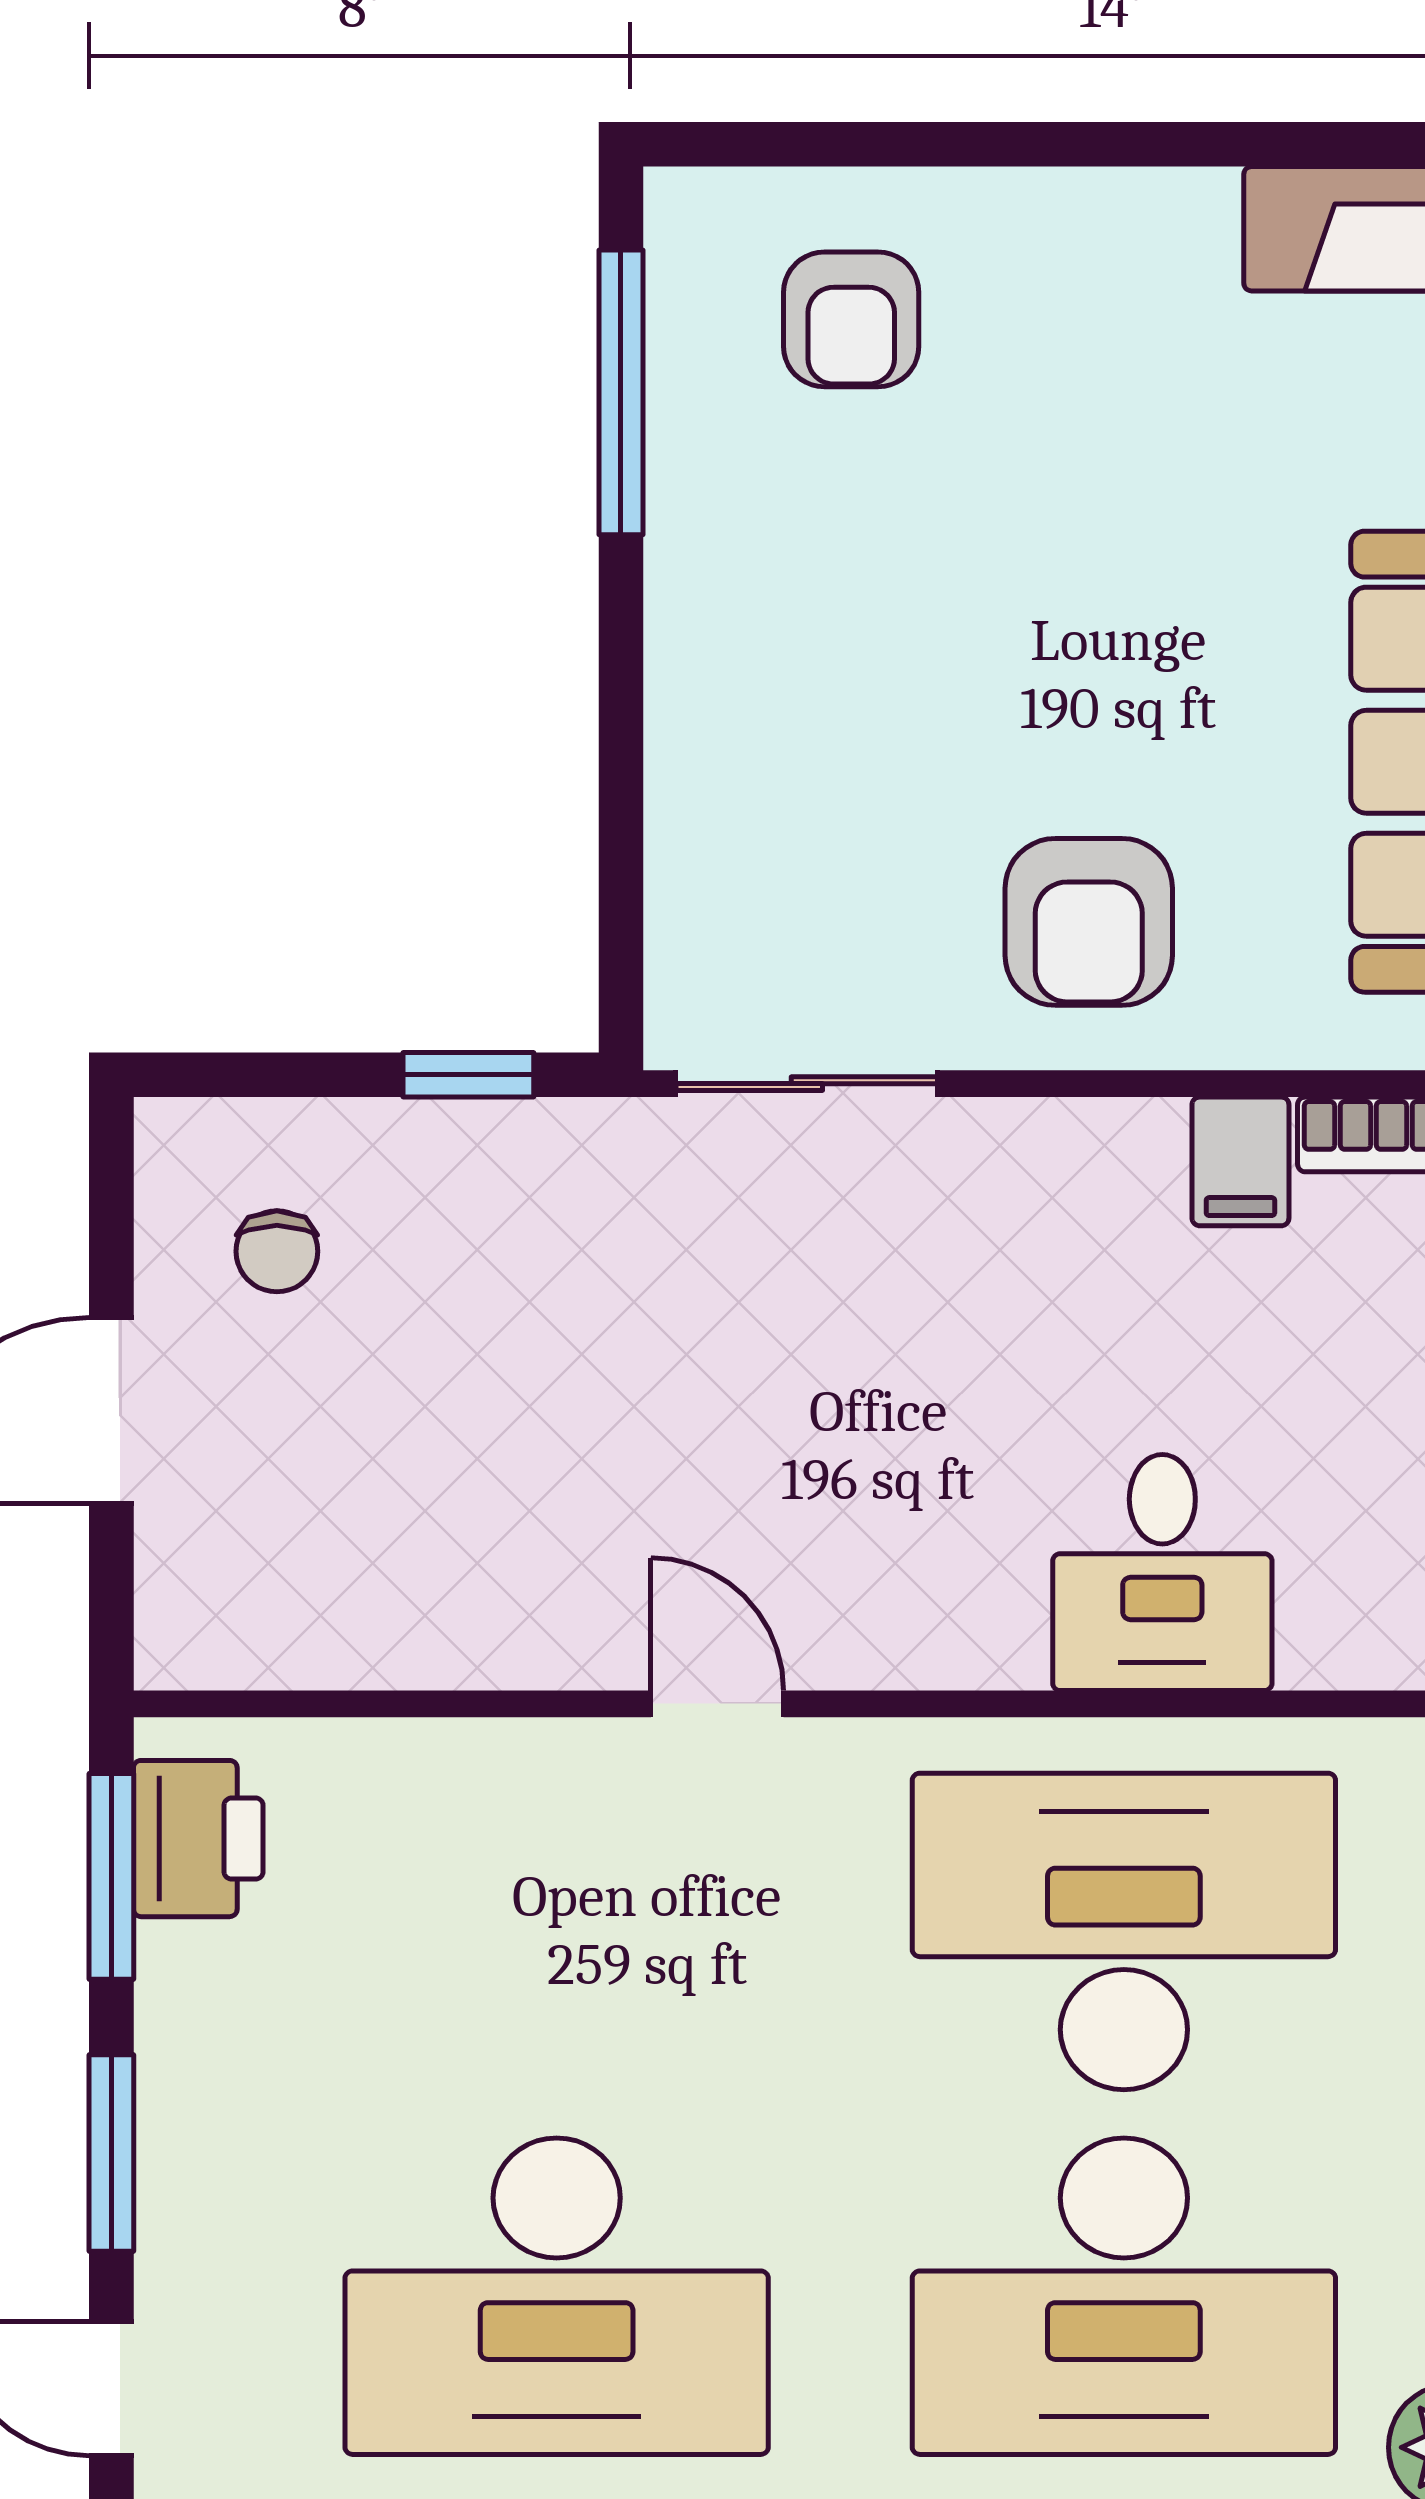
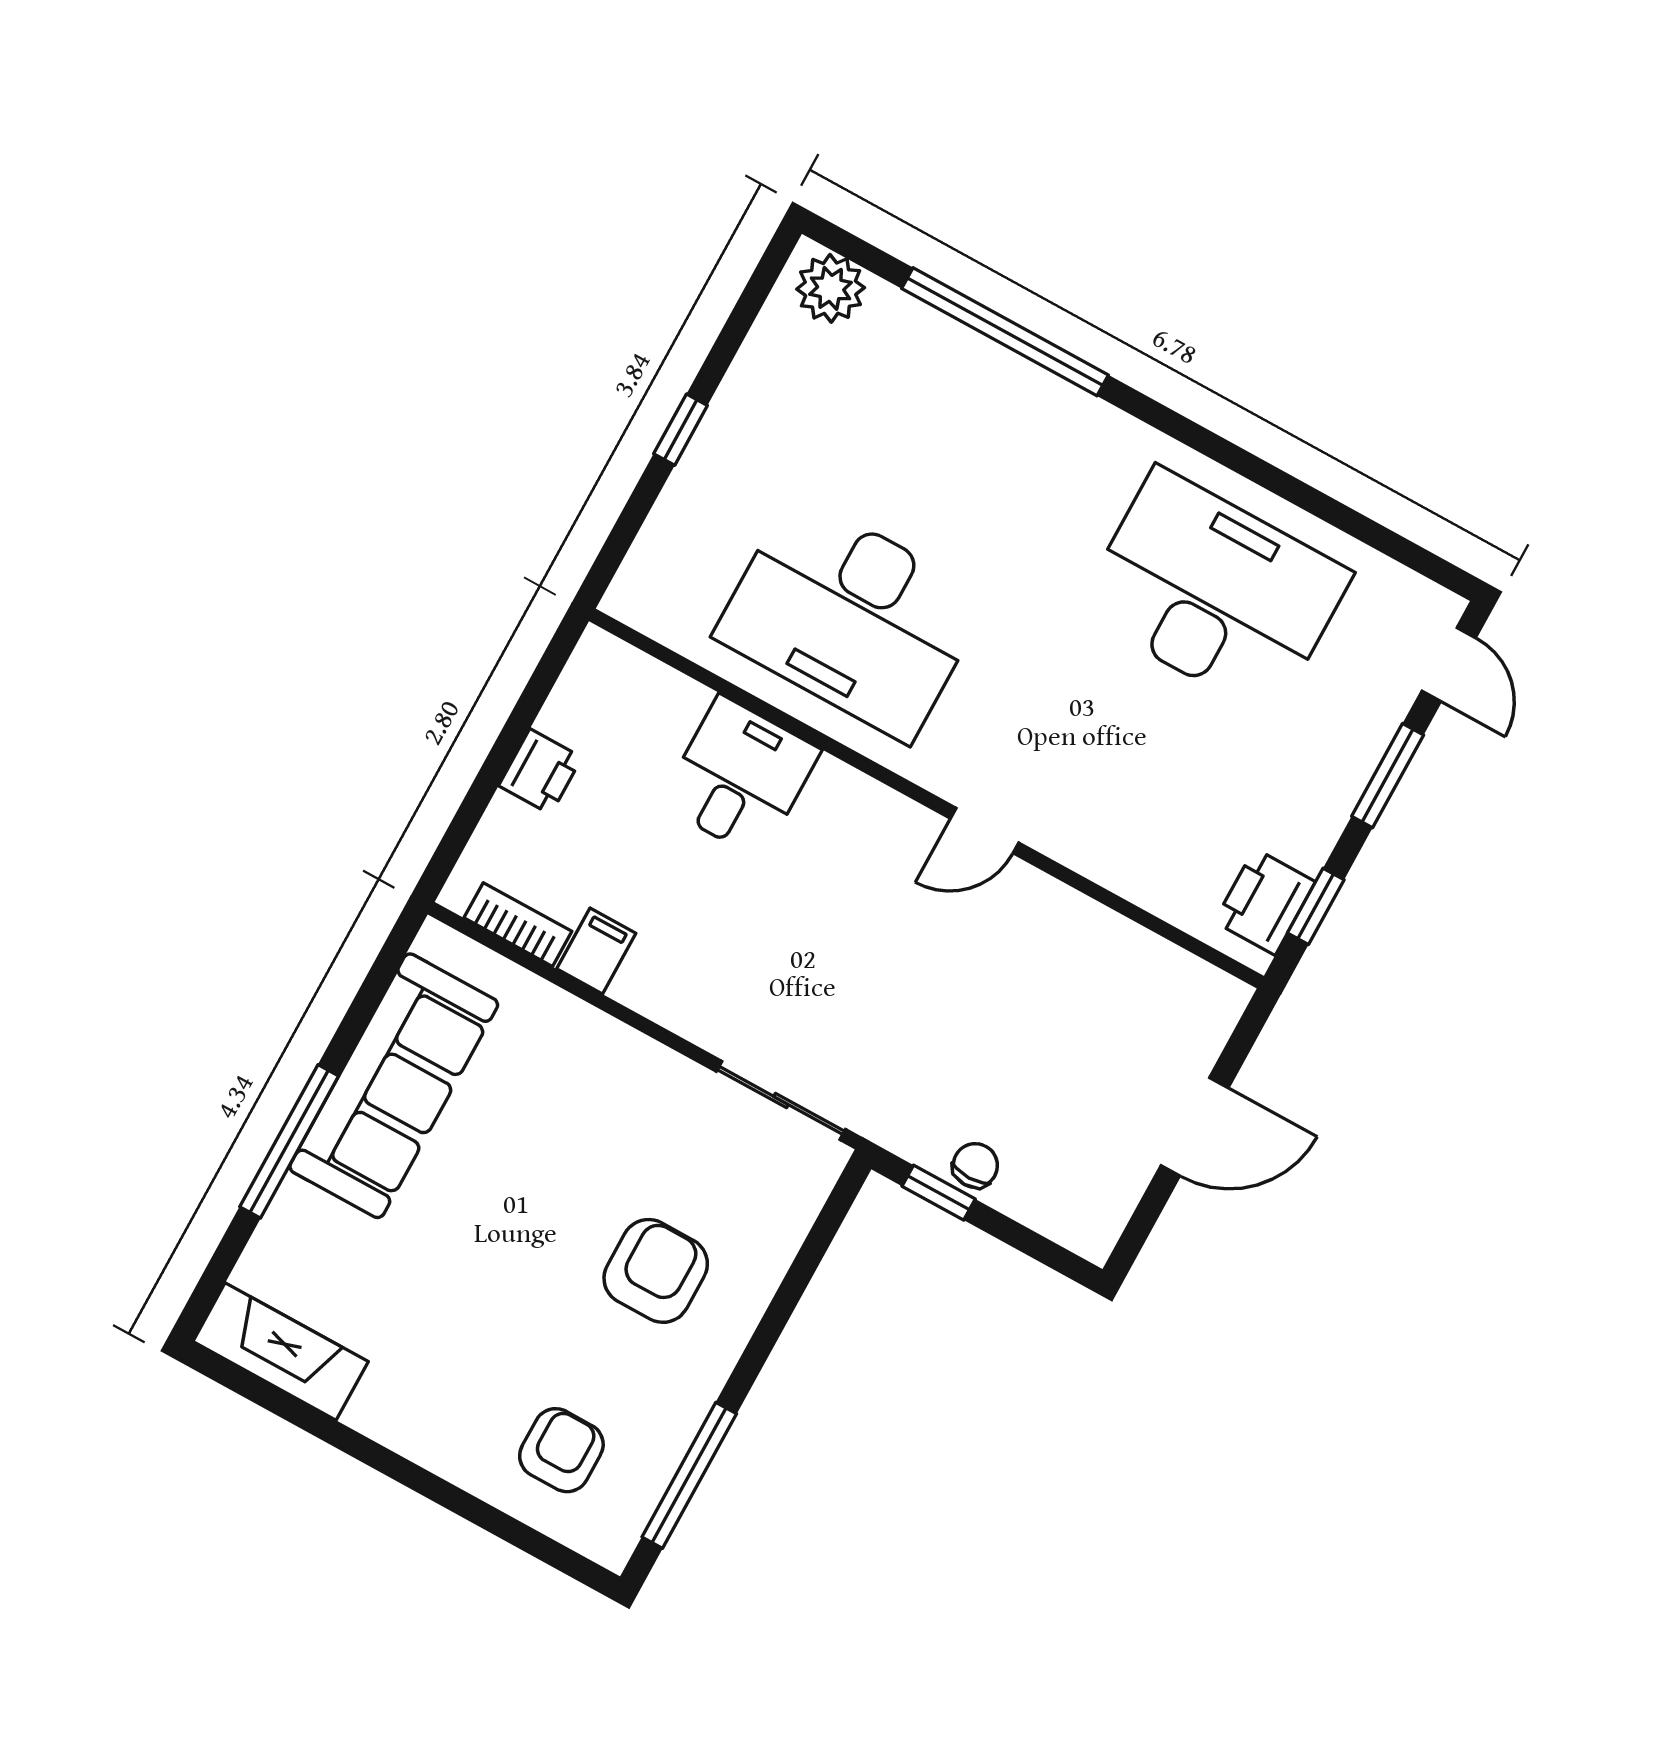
armchair: (1089, 922) -> (656, 1271), moved
chair: (277, 1251) -> (975, 1165), moved
door: (717, 1704) -> (984, 831), hinge flipped
window: (111, 1876) -> (1316, 906), width x0.67
desk: (1124, 2296) -> (946, 445), removed

